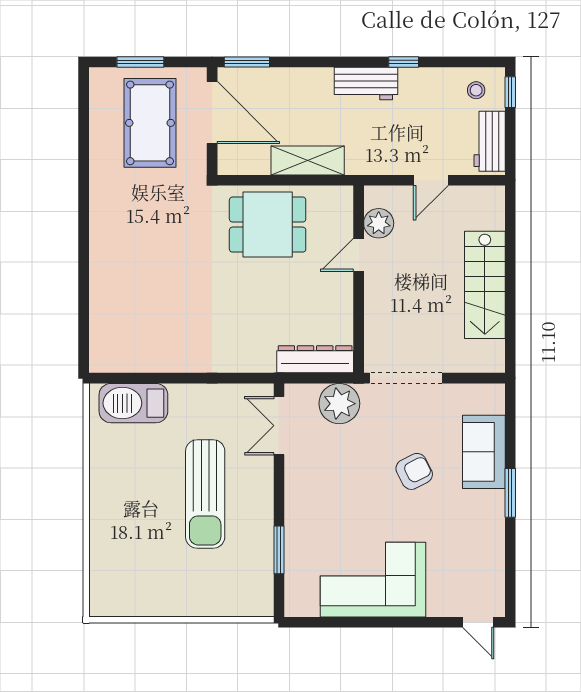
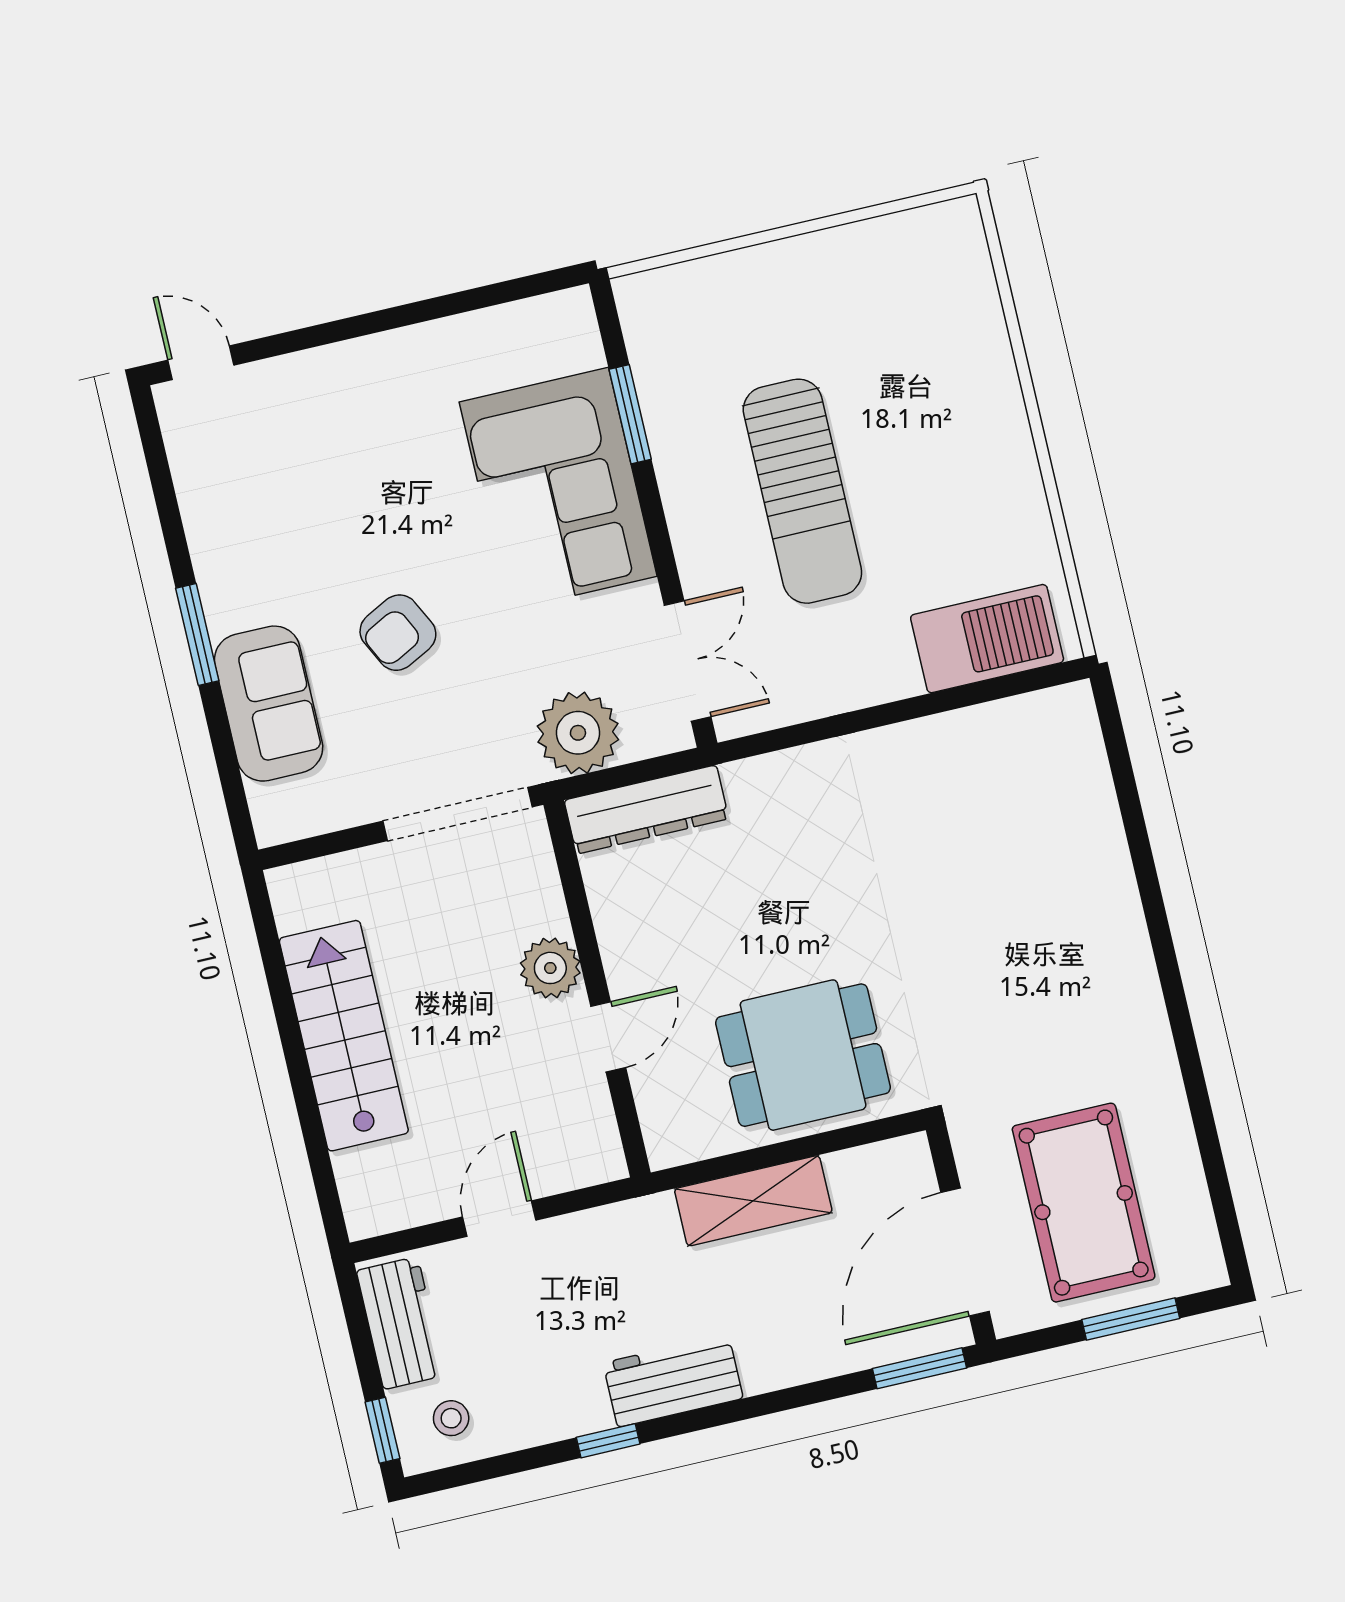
door: (212, 113) -> (965, 1252), hinge flipped
plant: (379, 223) -> (550, 968), moved
sun lounger: (205, 494) -> (802, 491), turned 180
corner sofa: (373, 580) -> (558, 489), moved, turned 90

